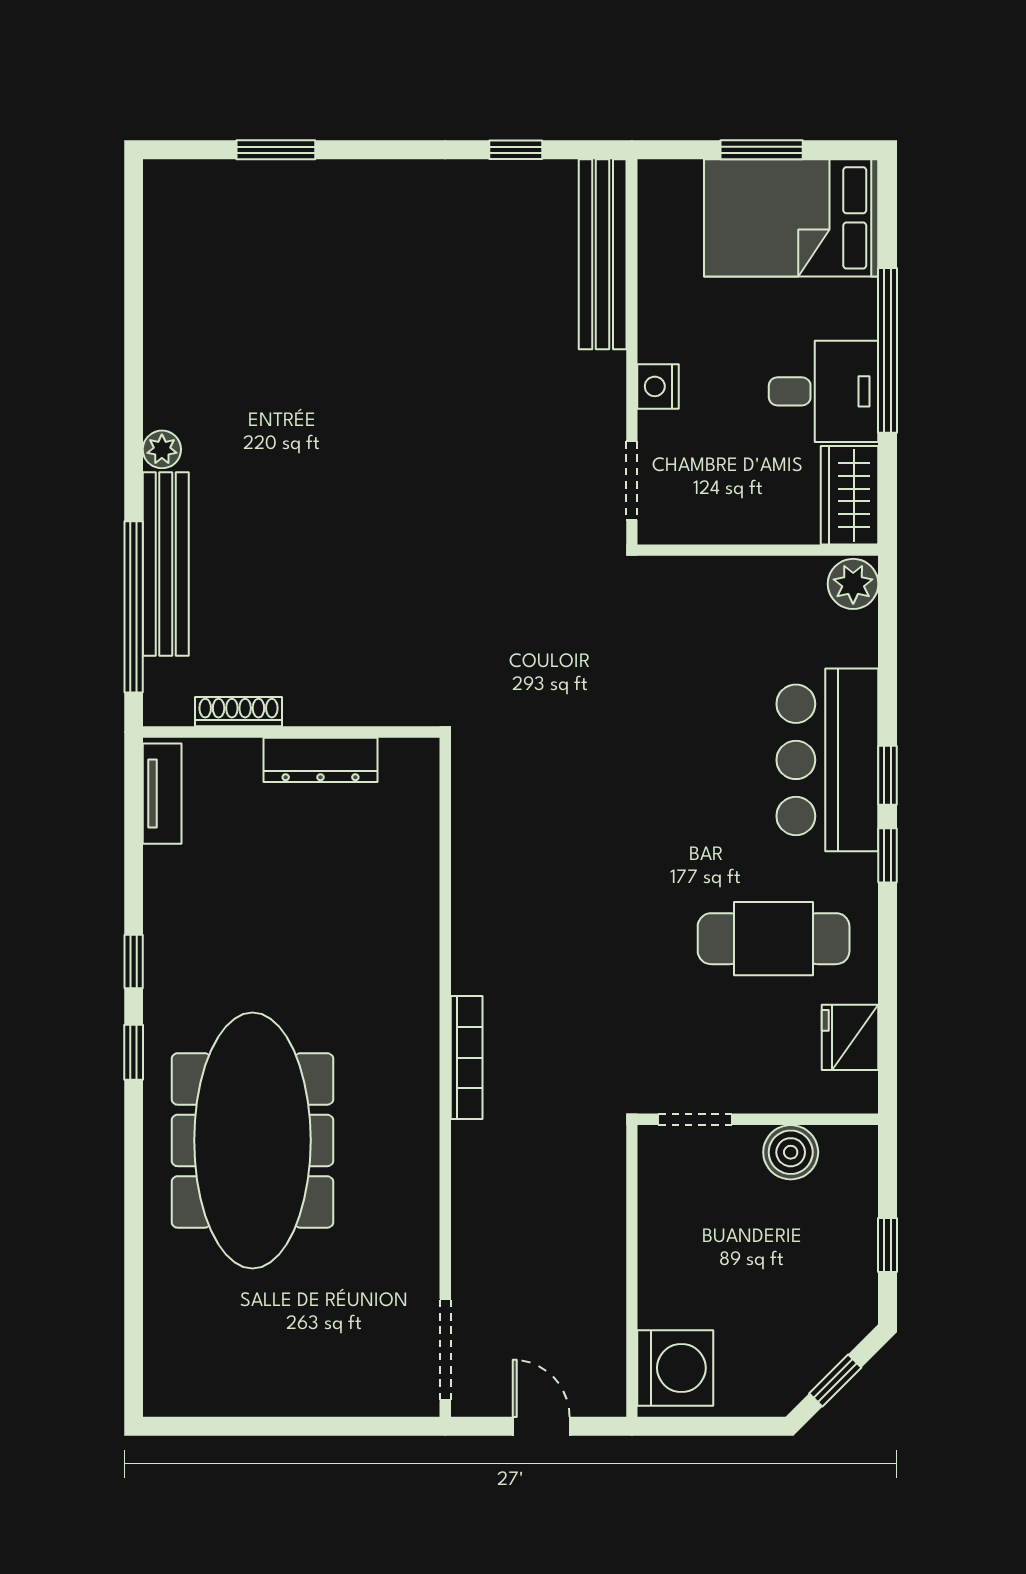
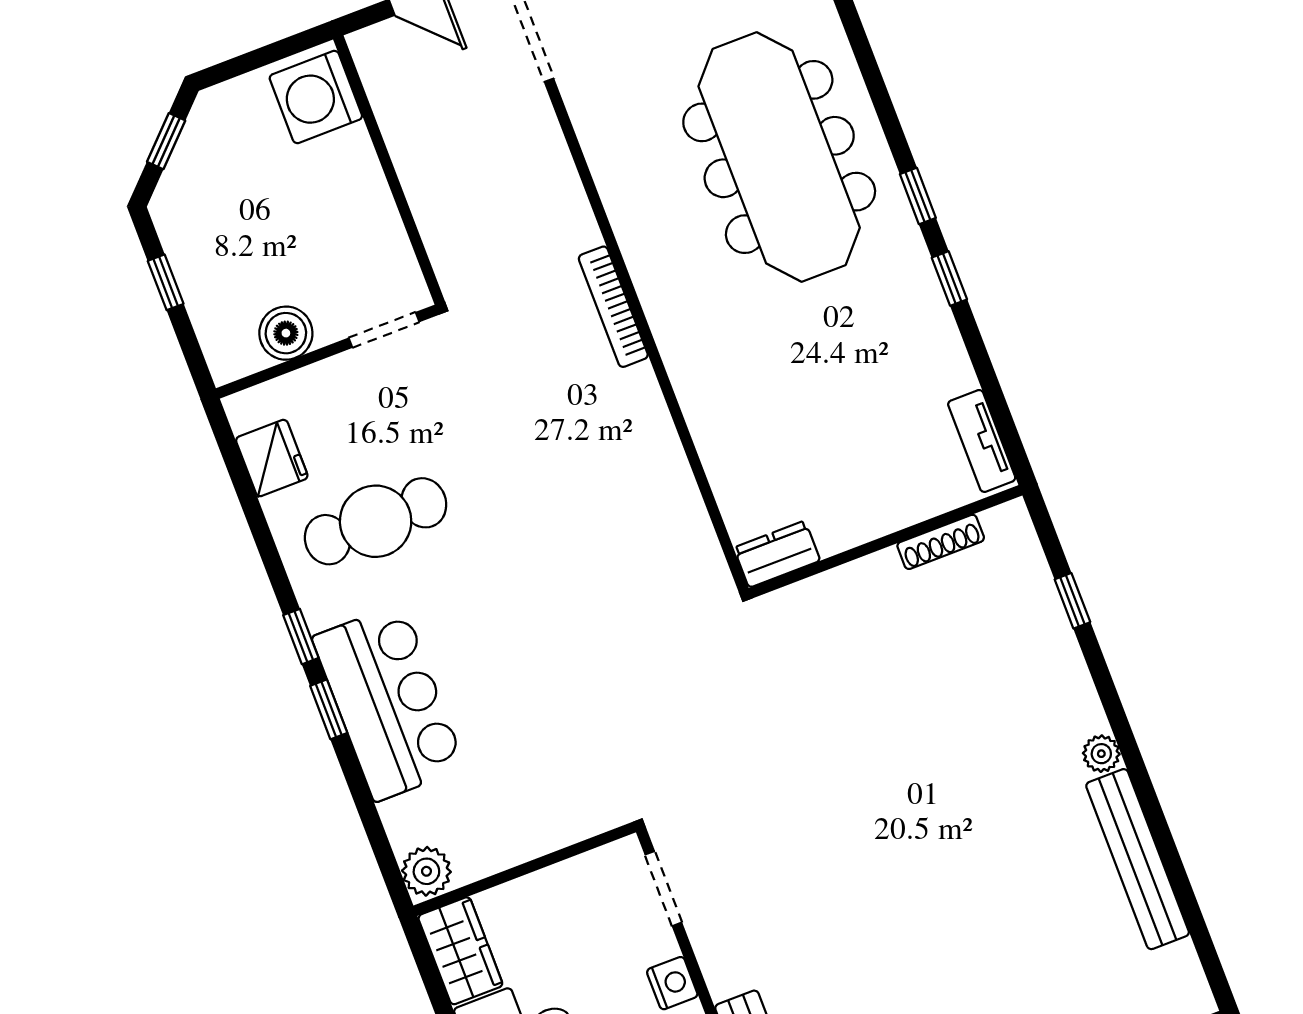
bench: (166, 564) -> (1138, 859), moved
window: (134, 607) -> (1072, 601), width x0.32
dresser: (320, 760) -> (777, 554), moved, width x0.70

